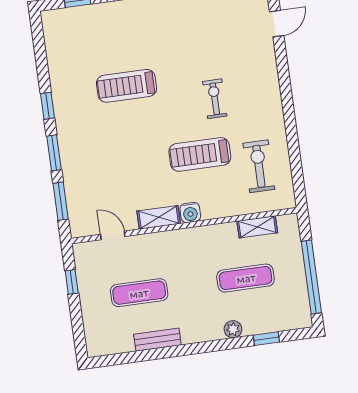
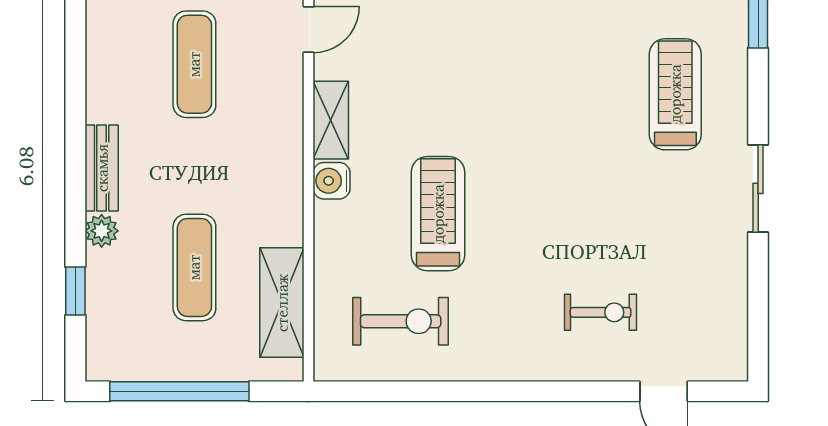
treadmill: (127, 86) -> (675, 94), moved
exercise bike: (215, 99) -> (601, 312), moved
shelving: (257, 227) -> (282, 303), width x1.50, depth x1.33
bench: (157, 340) -> (102, 168), moved

